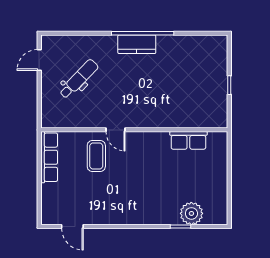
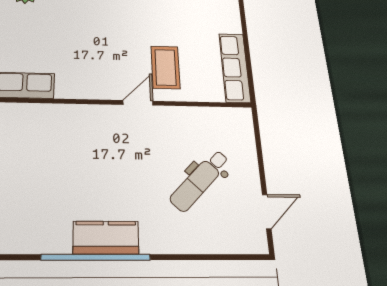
door: (116, 130) -> (138, 103), hinge flipped

